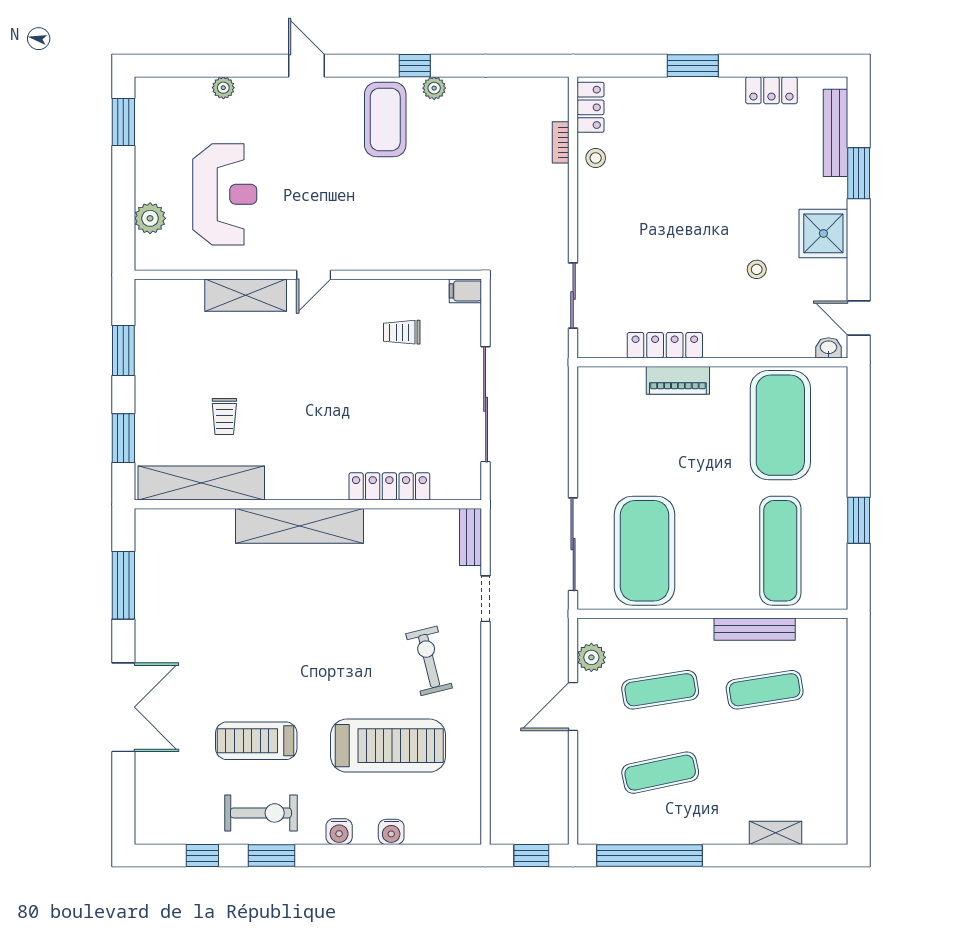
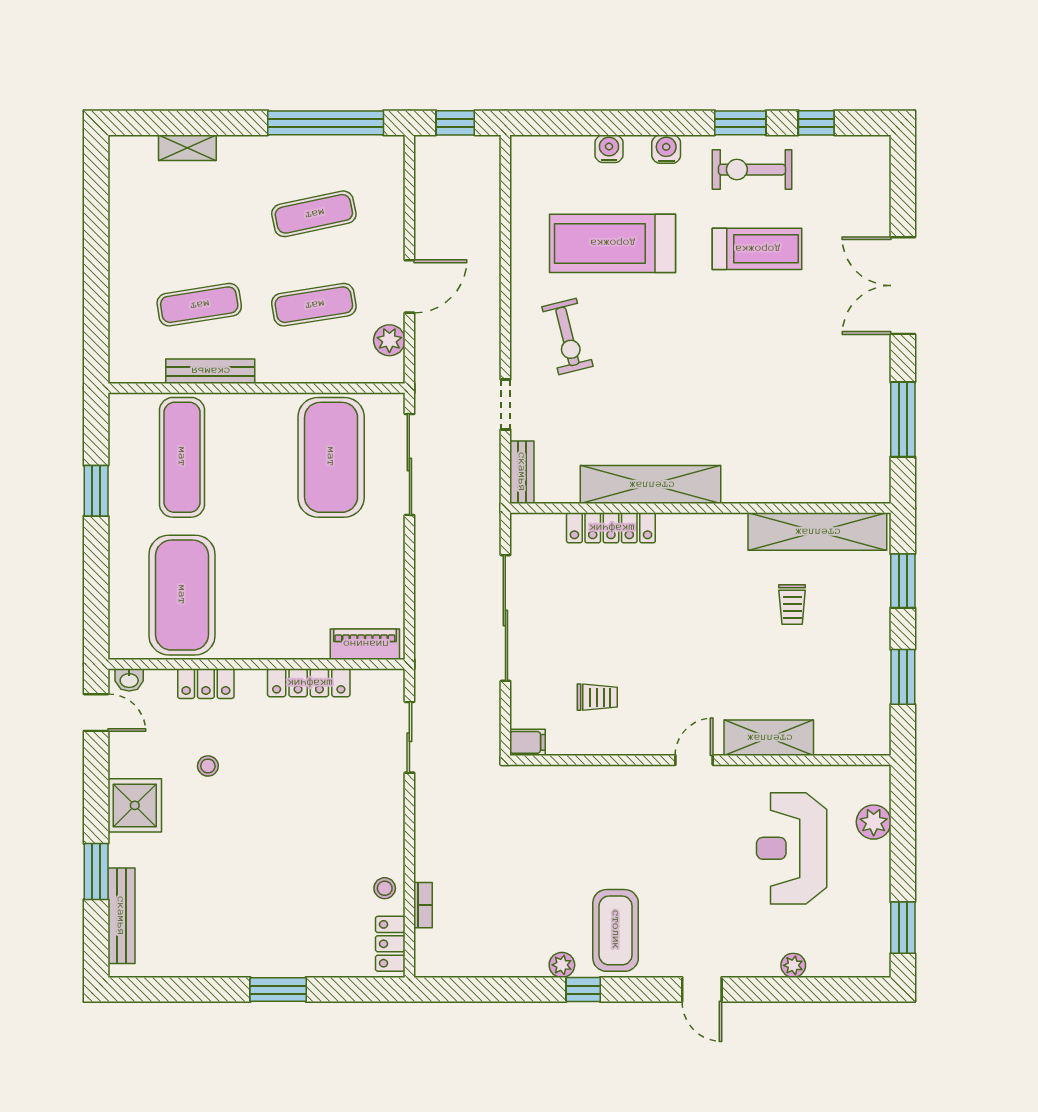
locker: (771, 90) -> (206, 684), moved, turned 180
piano: (678, 380) -> (365, 644), moved
trolley: (224, 417) -> (792, 605), turned 180
shelving: (300, 526) -> (651, 485), moved

